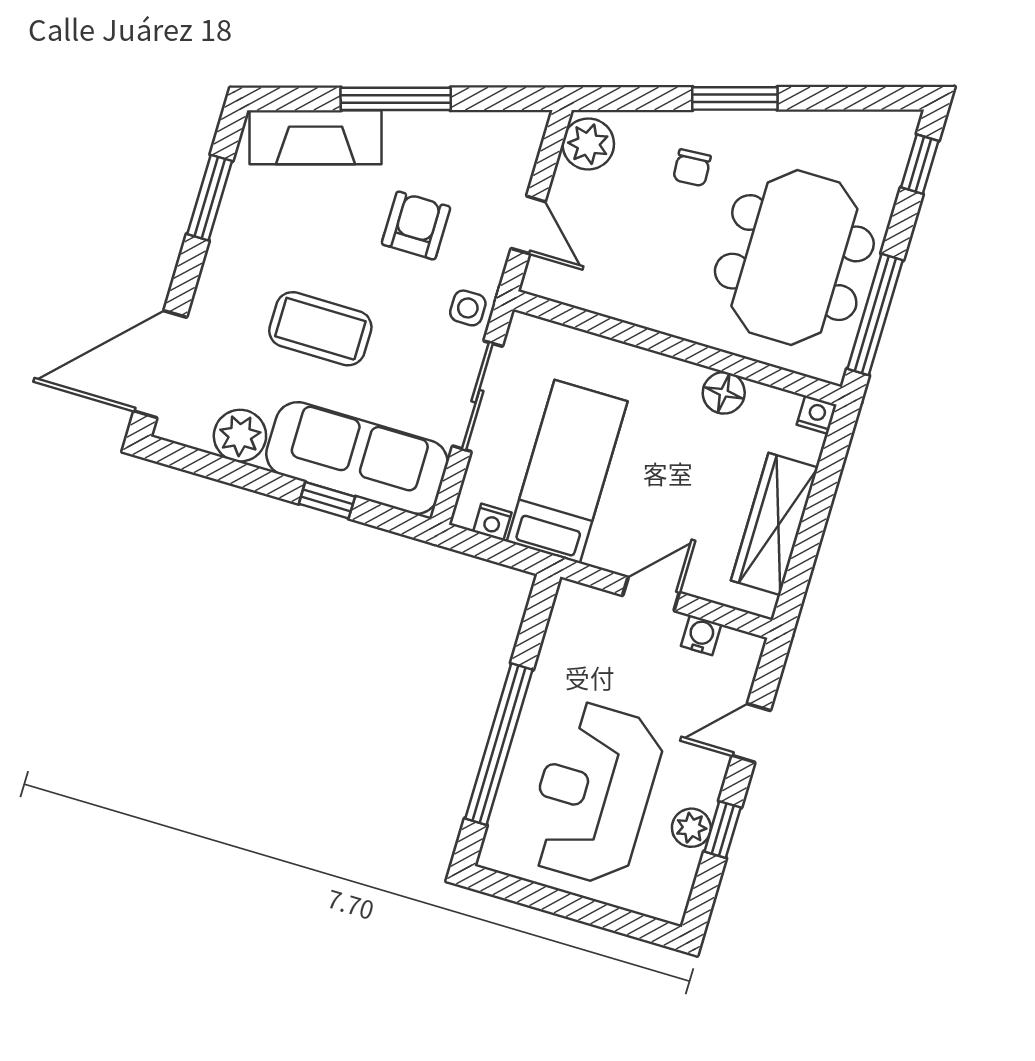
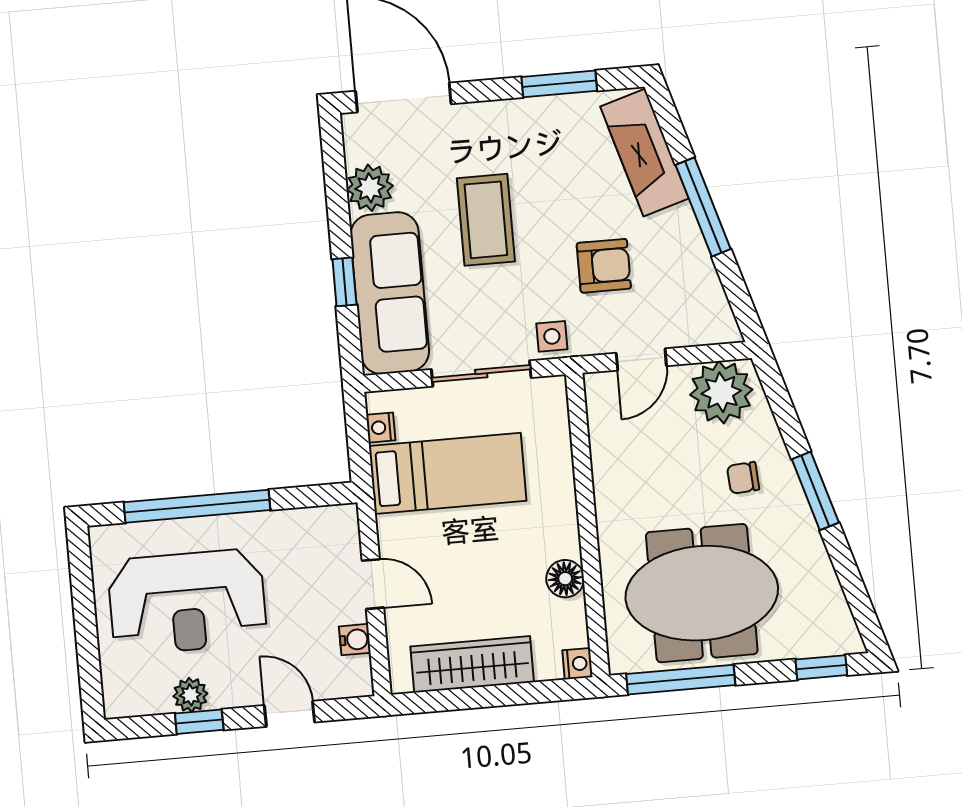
plant: (588, 144) -> (721, 392), width x1.36, depth x1.36
reception desk: (594, 793) -> (187, 602), turned 180

